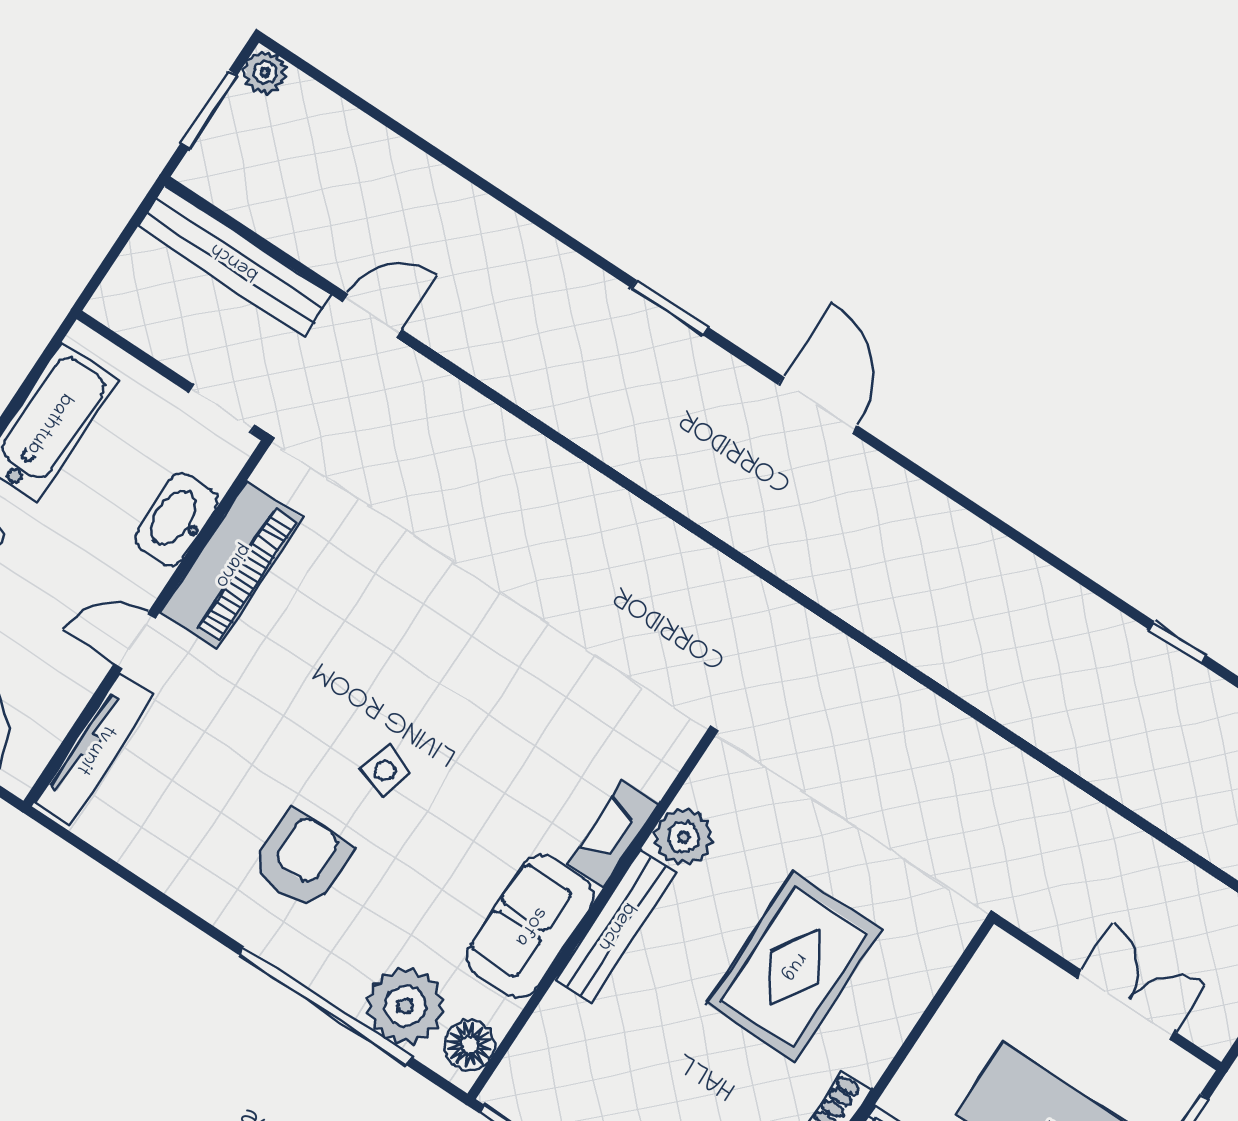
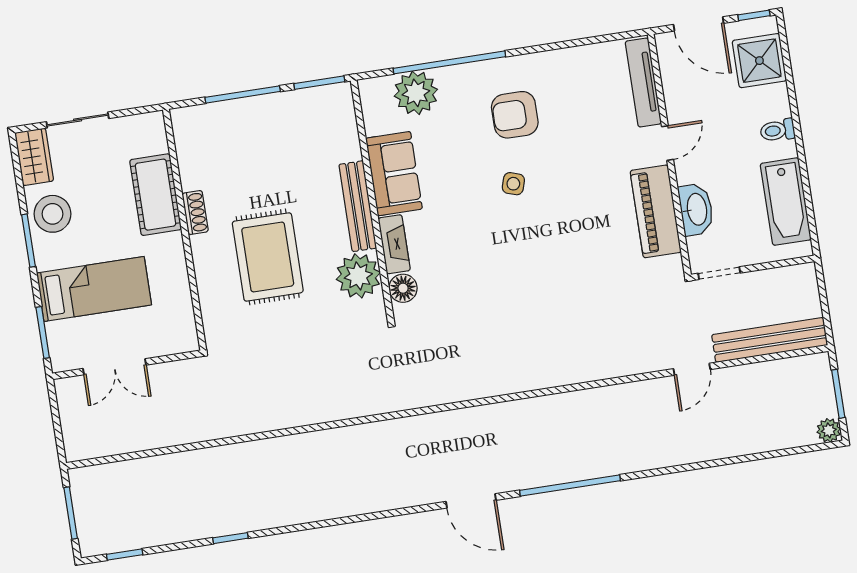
window: (670, 308) -> (570, 486), width x2.11
plant: (684, 837) -> (358, 276), width x1.36, depth x1.36
armchair: (302, 859) -> (515, 115), turned 90
floor lamp: (470, 1045) -> (403, 288), moved

